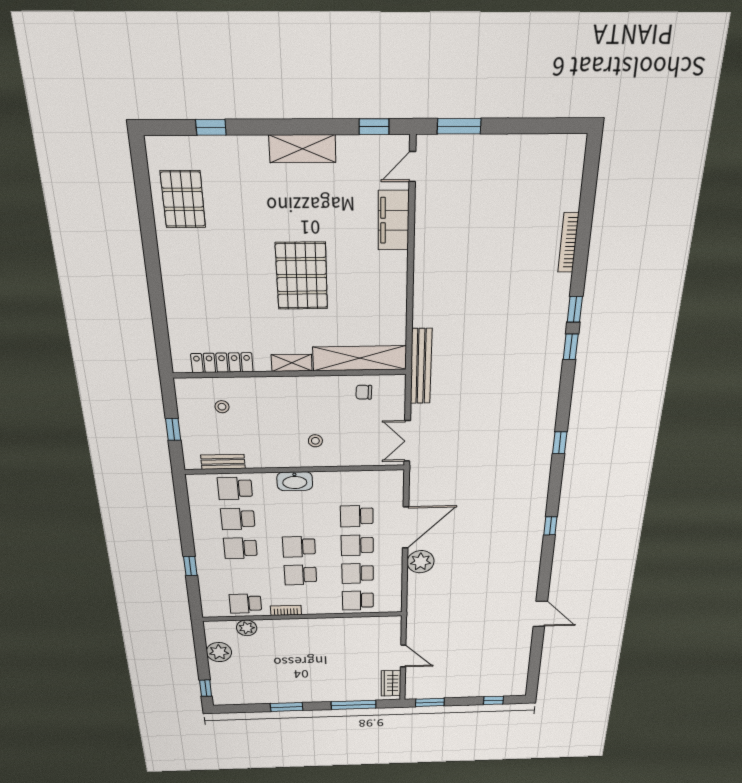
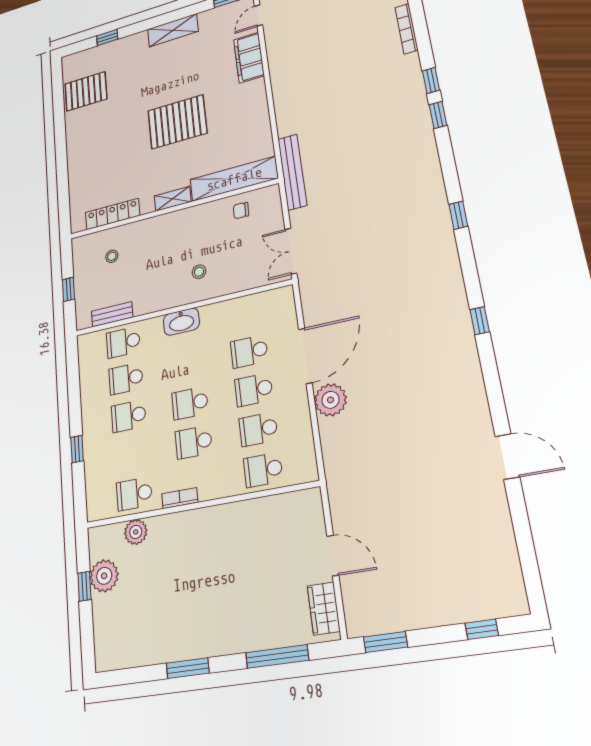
pallet: (183, 199) -> (86, 91), turned 90
pallet: (302, 276) -> (177, 122), turned 90
window: (206, 688) -> (84, 586), moved

